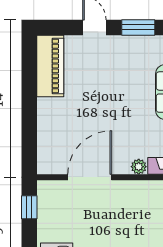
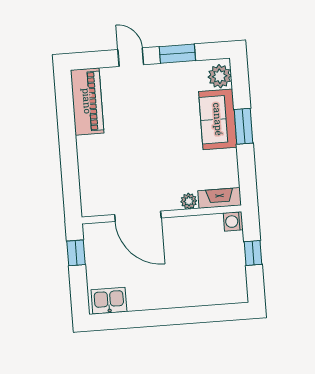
door: (90, 177) -> (138, 216), swing flipped

